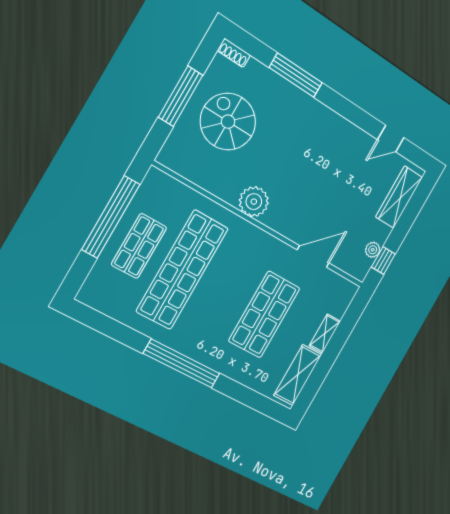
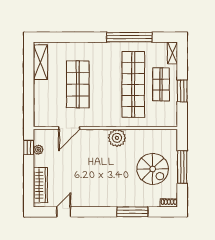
window: (111, 217) -> (182, 91), width x0.47
shelving: (325, 334) -> (172, 53), moved
window: (182, 364) -> (129, 37), moved

